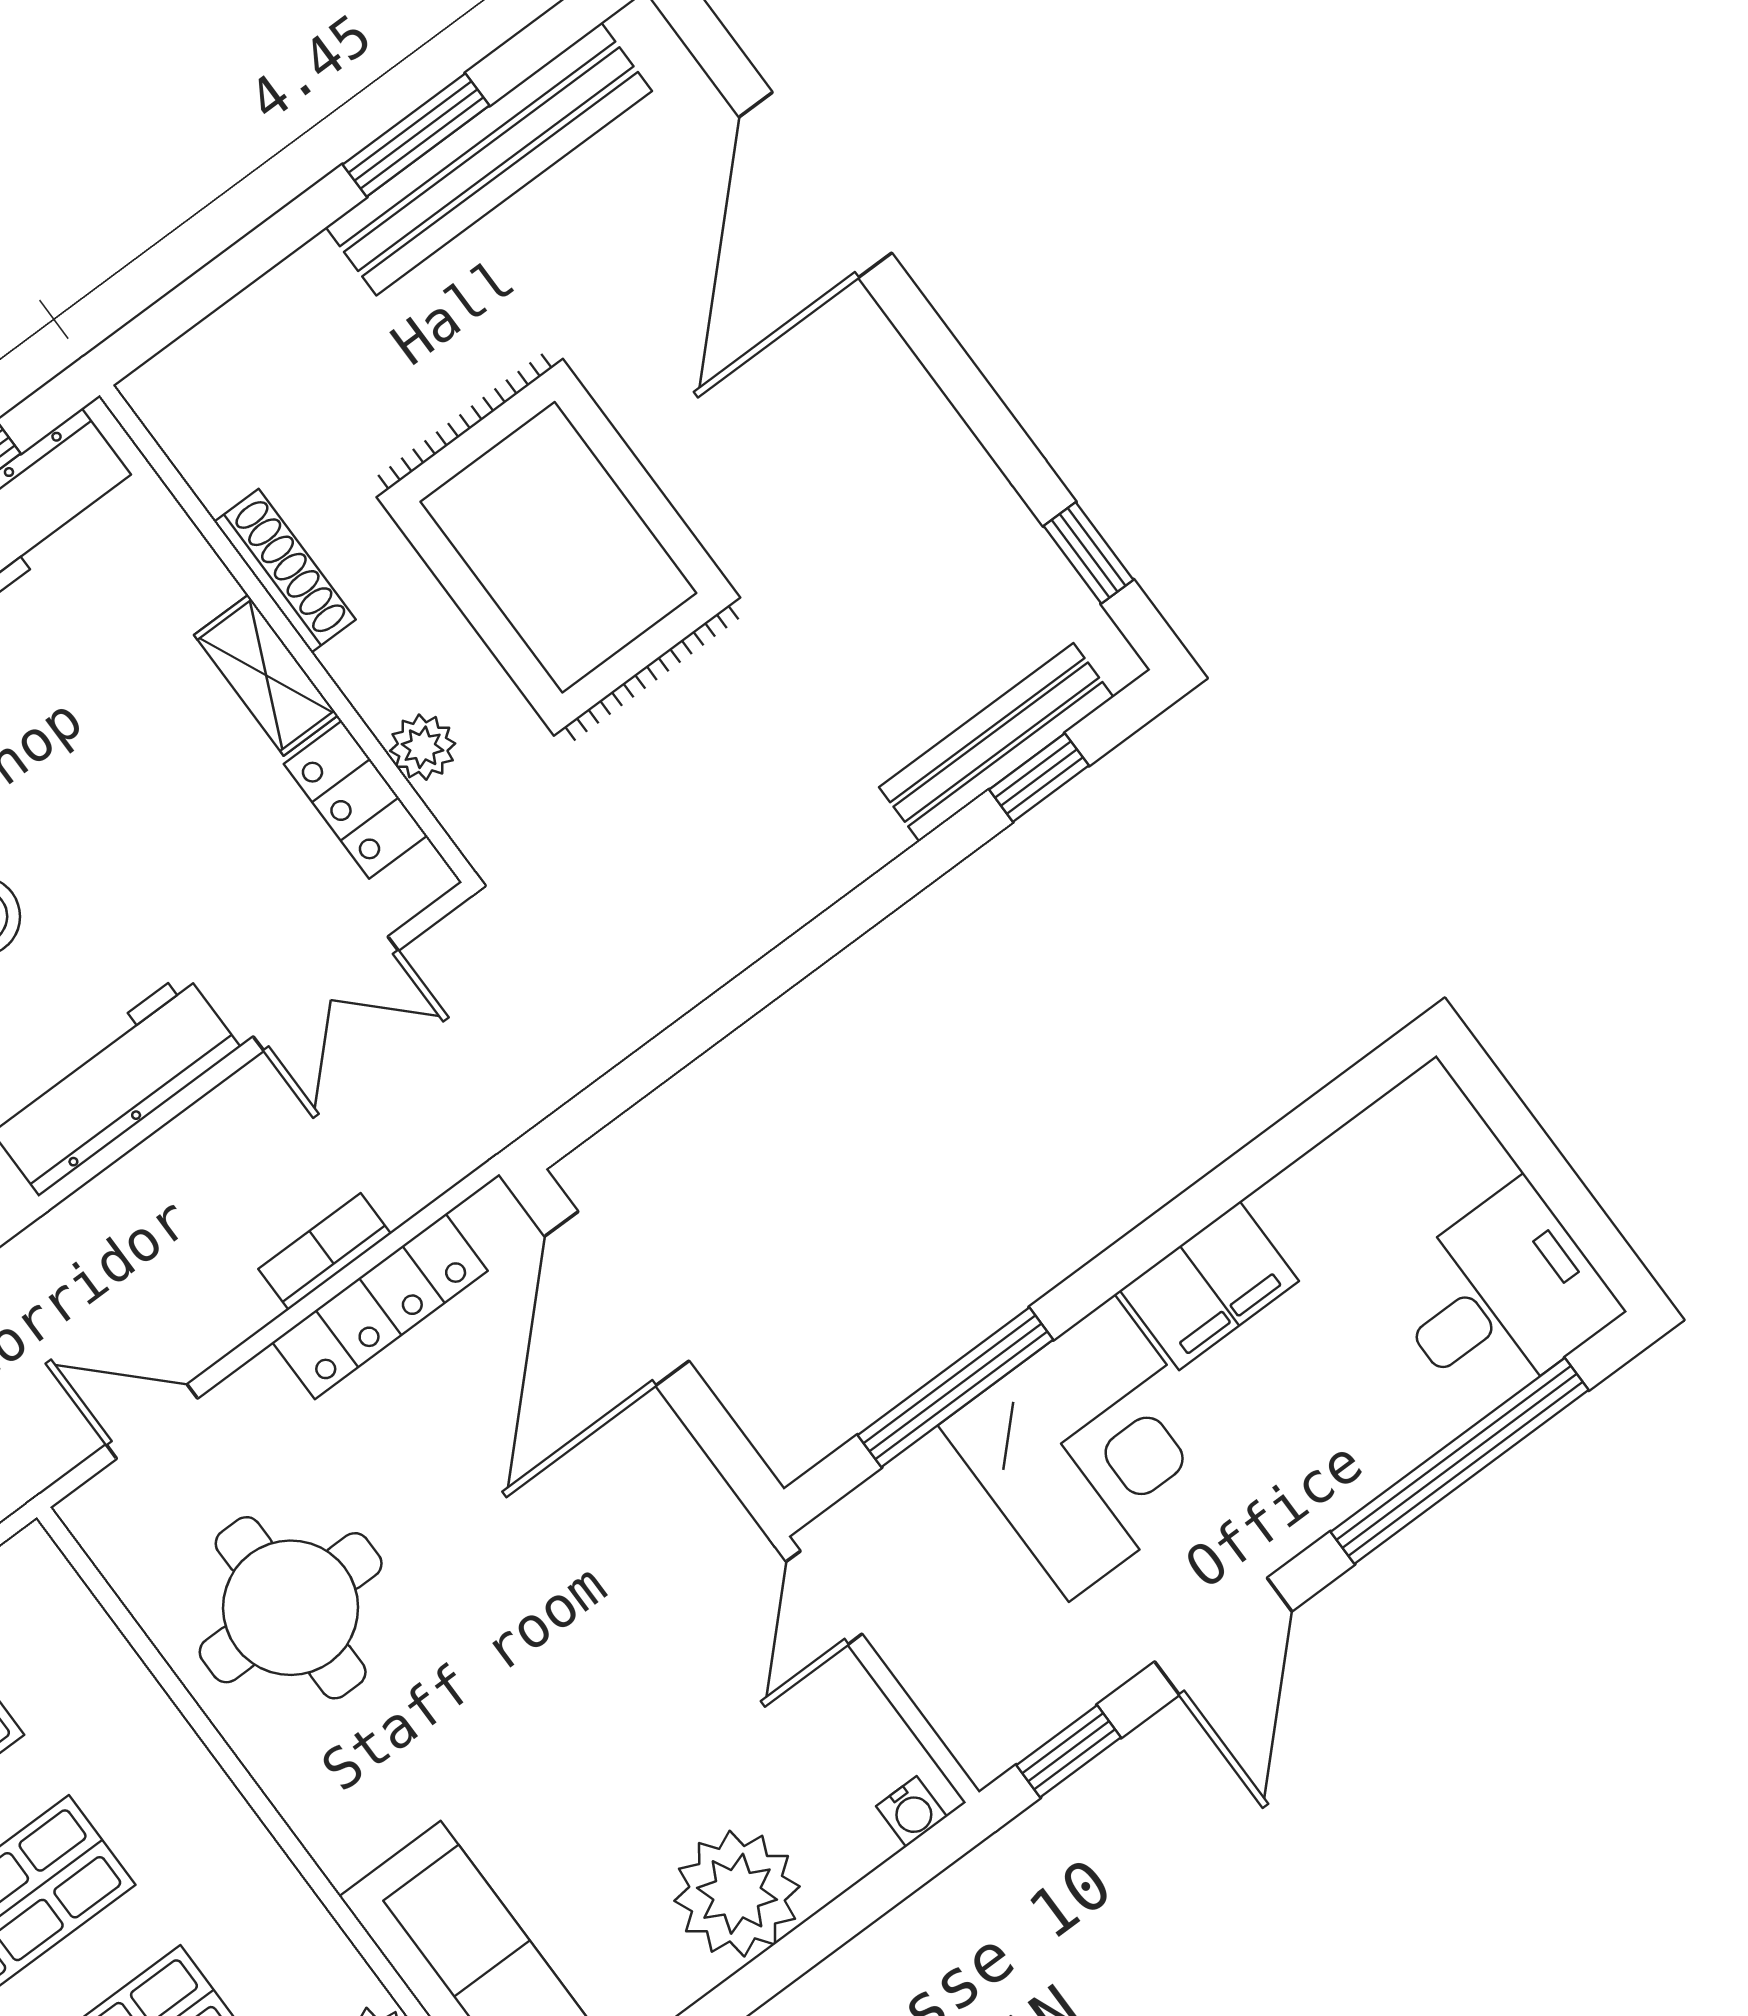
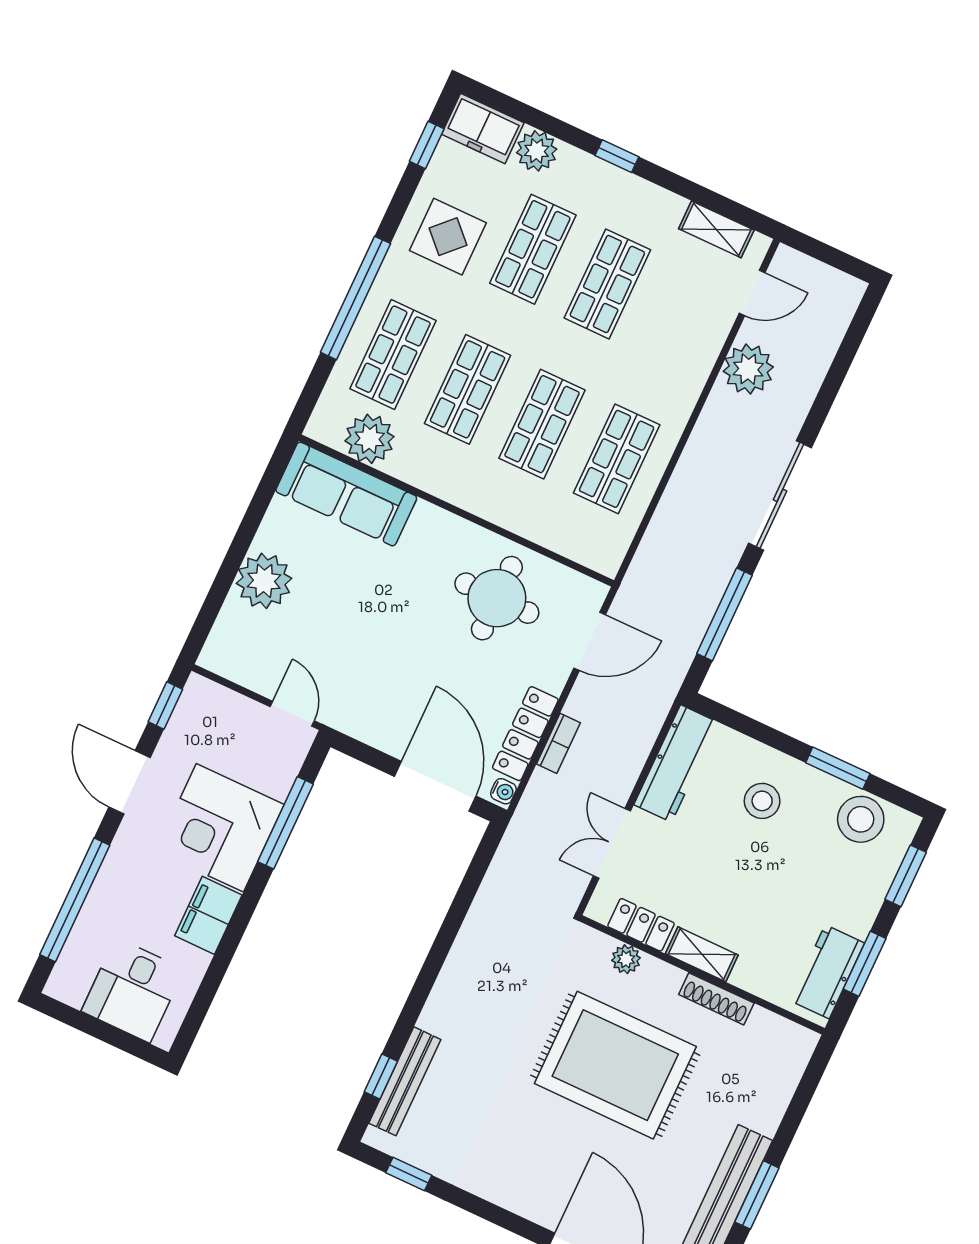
desk: (1501, 1298) -> (133, 990), moved
door: (152, 1421) -> (590, 641), width x1.38
water cooler: (911, 1811) -> (503, 791), moved, turned 180

